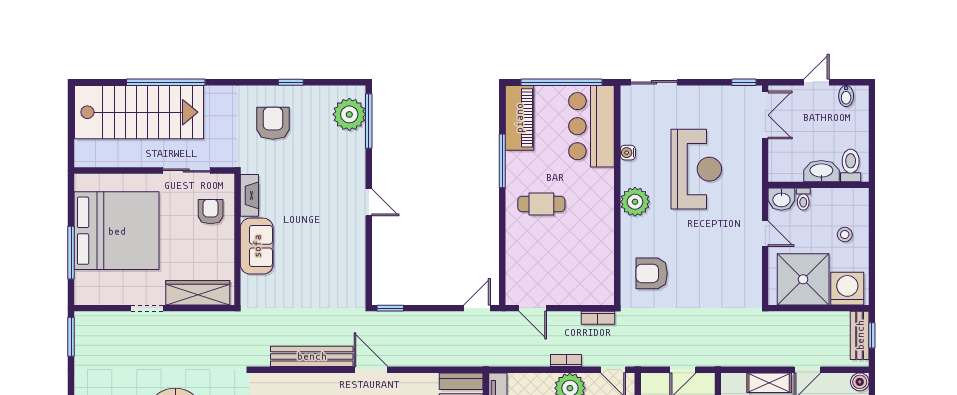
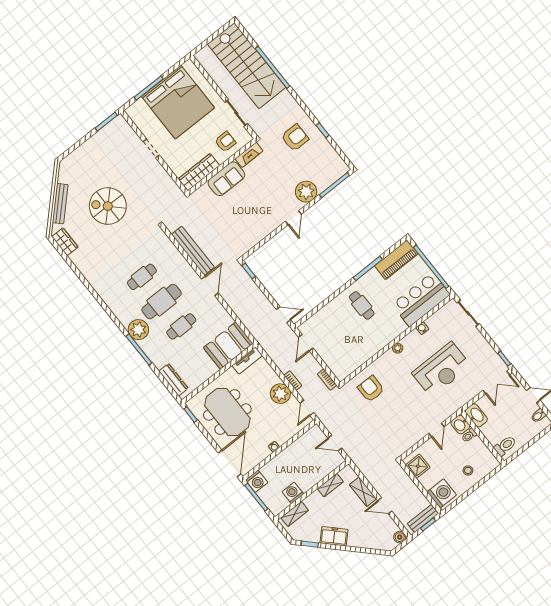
plant: (349, 114) -> (306, 192), moved
washbasin: (821, 171) -> (476, 415), moved
plant: (635, 202) -> (398, 348), width x0.53, depth x0.53
shower: (803, 279) -> (418, 466), width x0.54, depth x0.54
wardrobe: (198, 293) -> (199, 172), moved, turned -90

